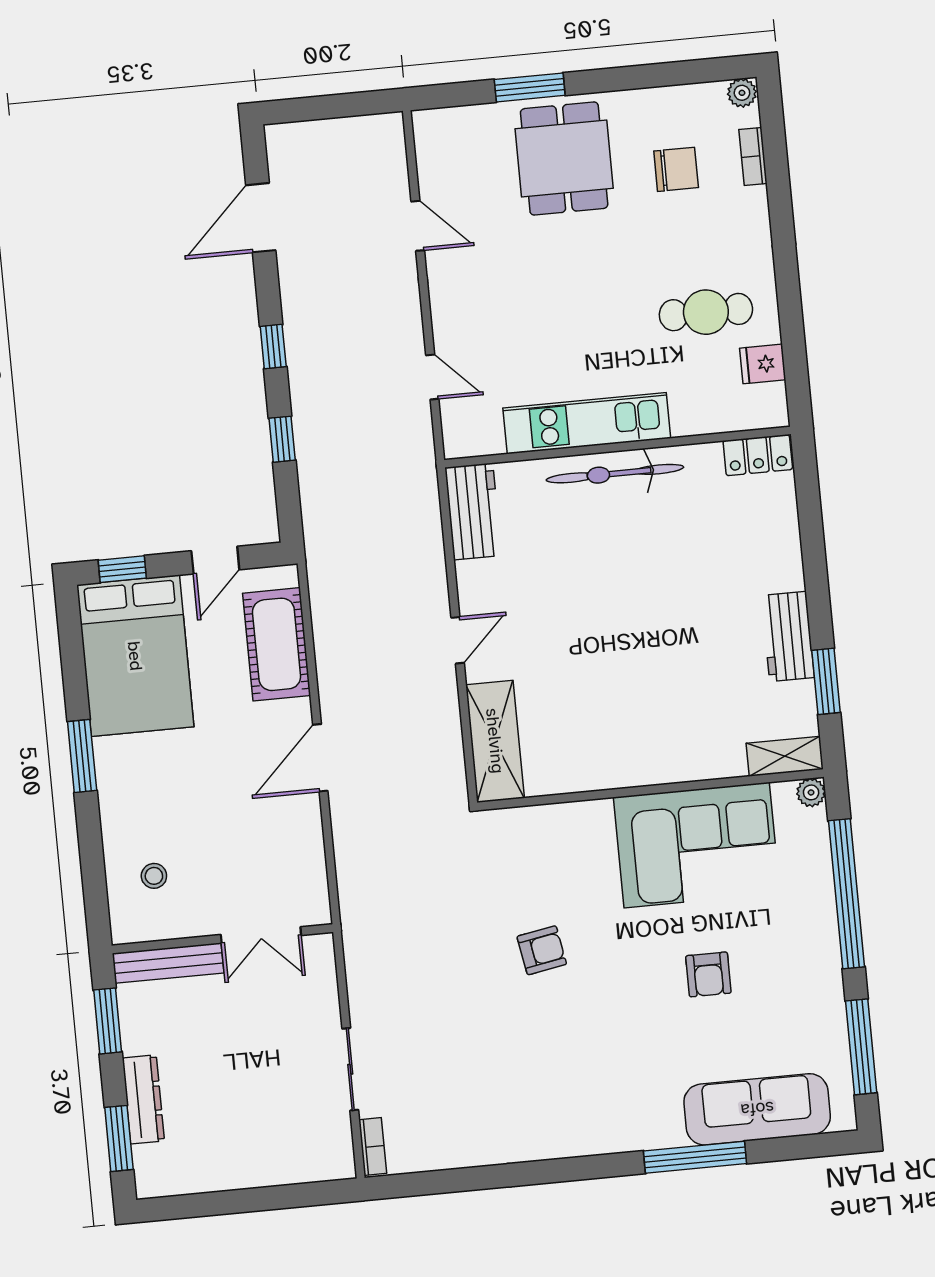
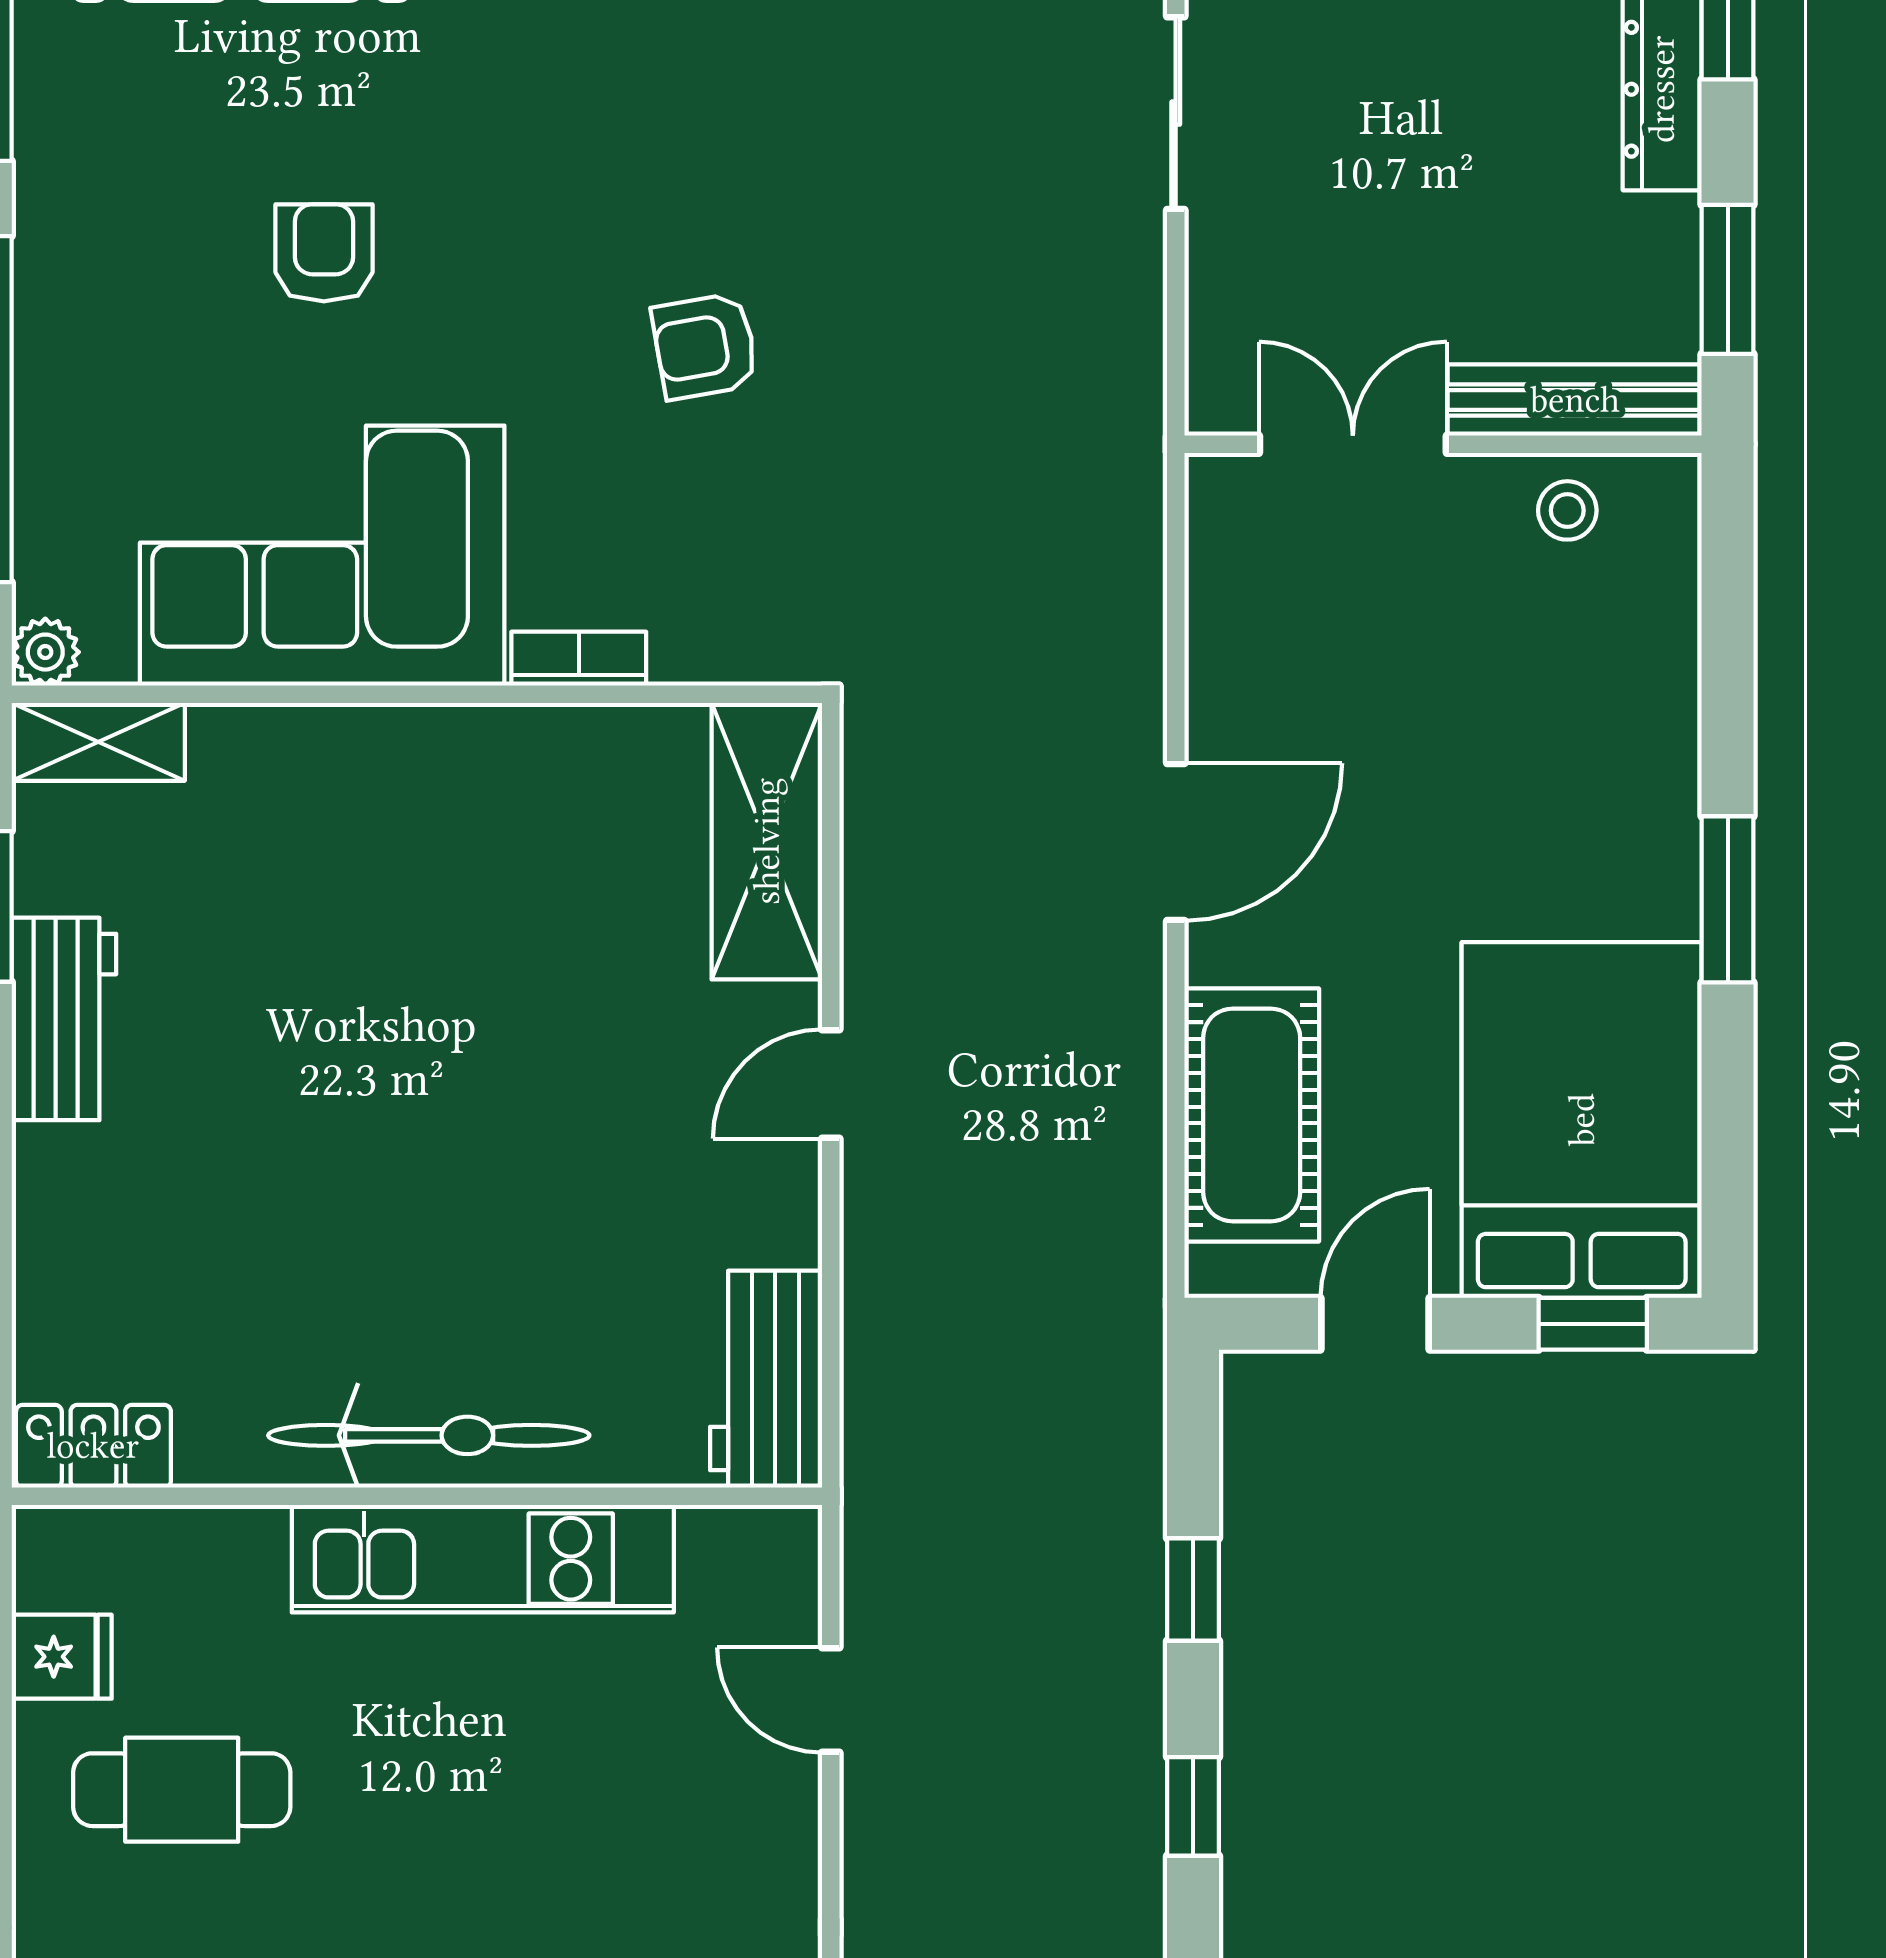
bookcase: (583, 812) -> (579, 659), added
stool: (154, 876) -> (1567, 510), moved

